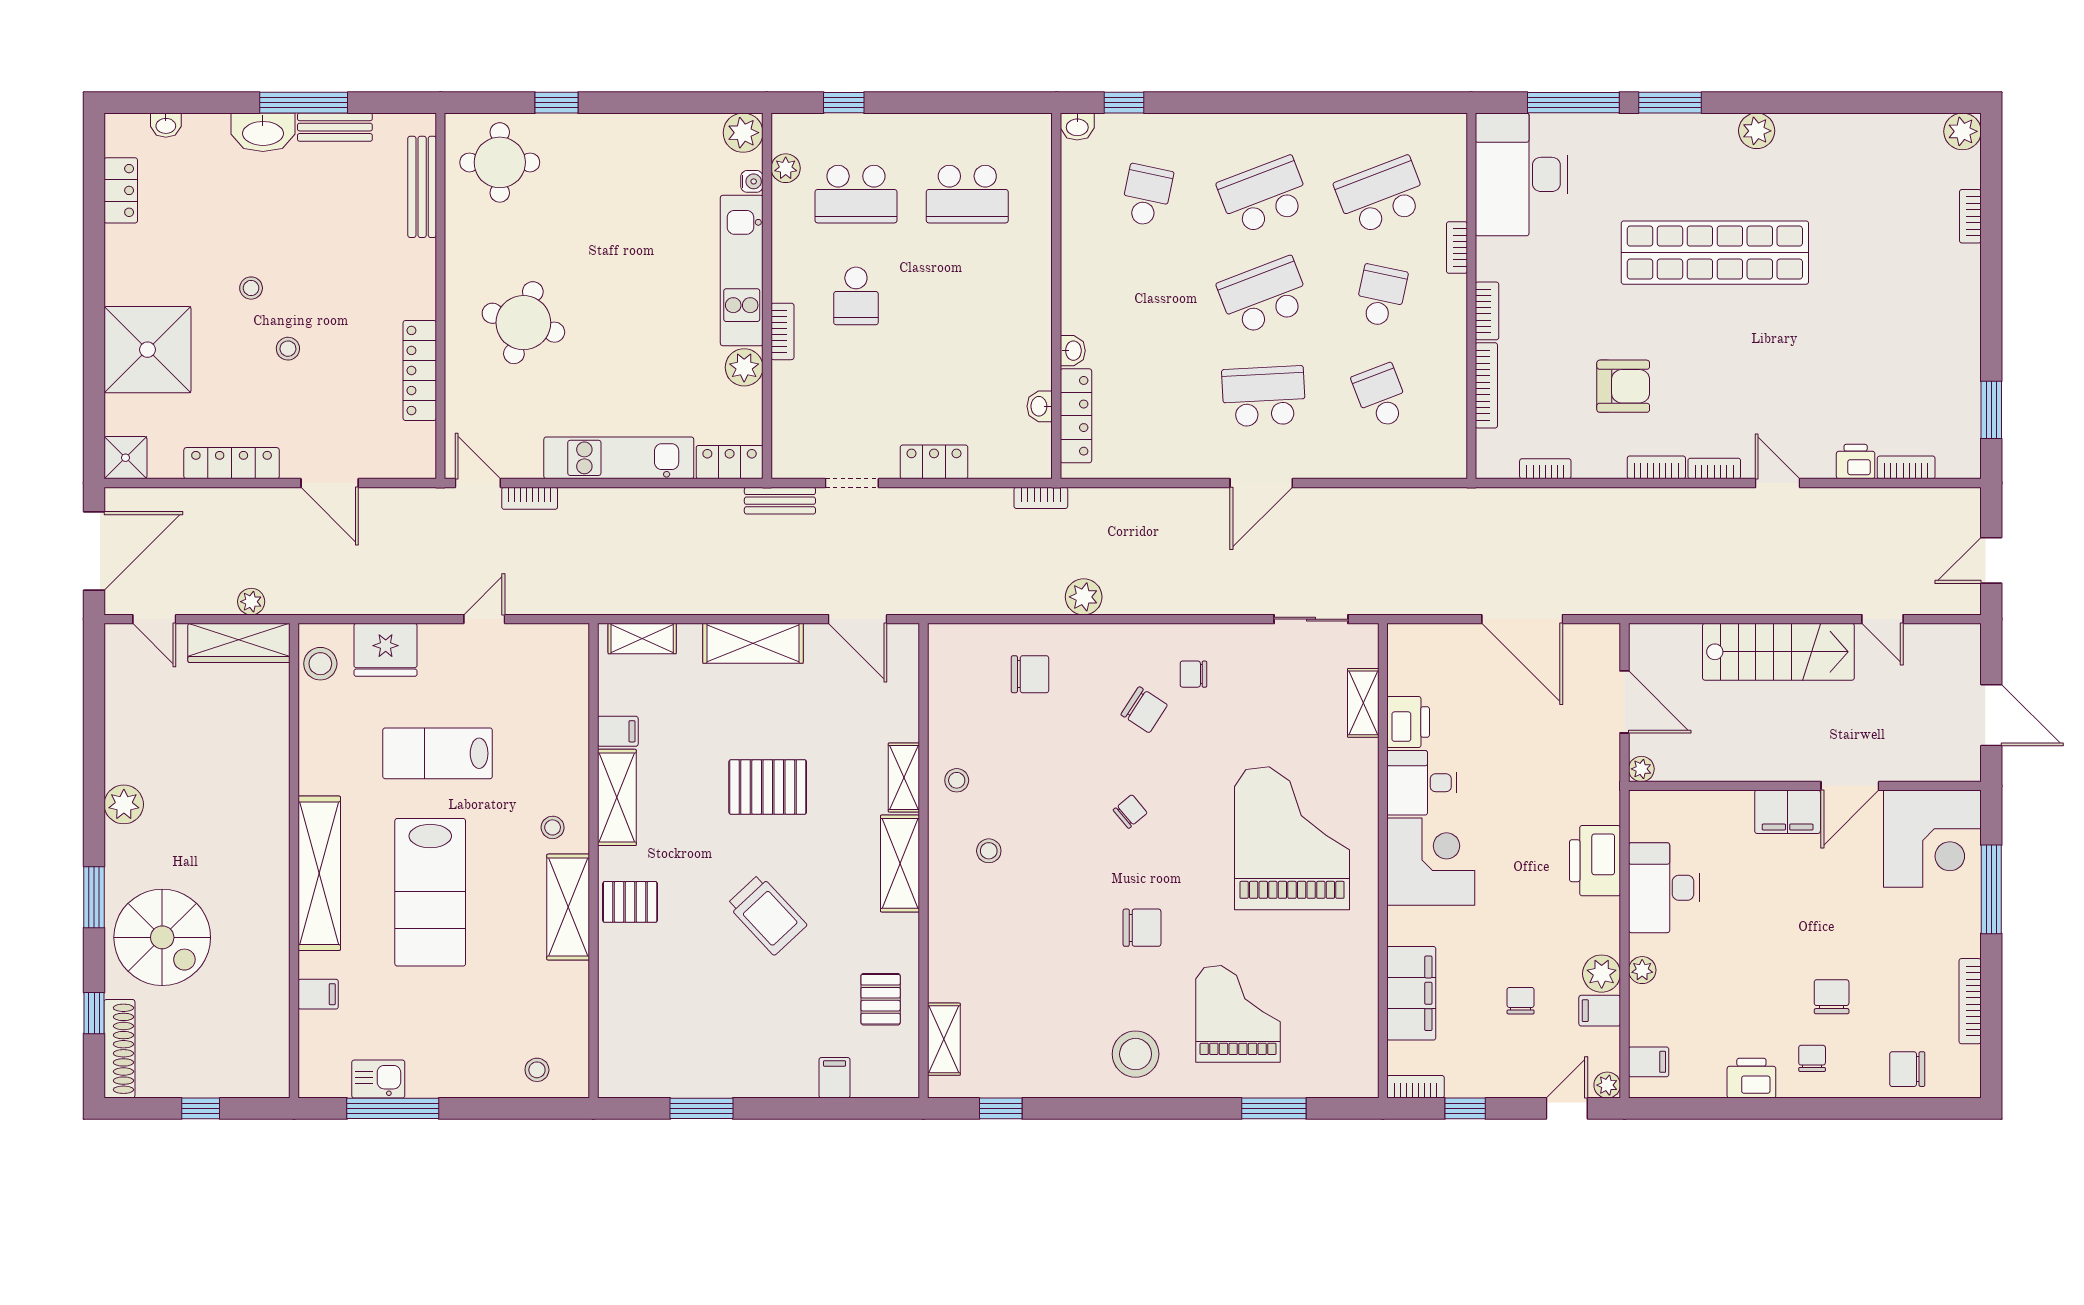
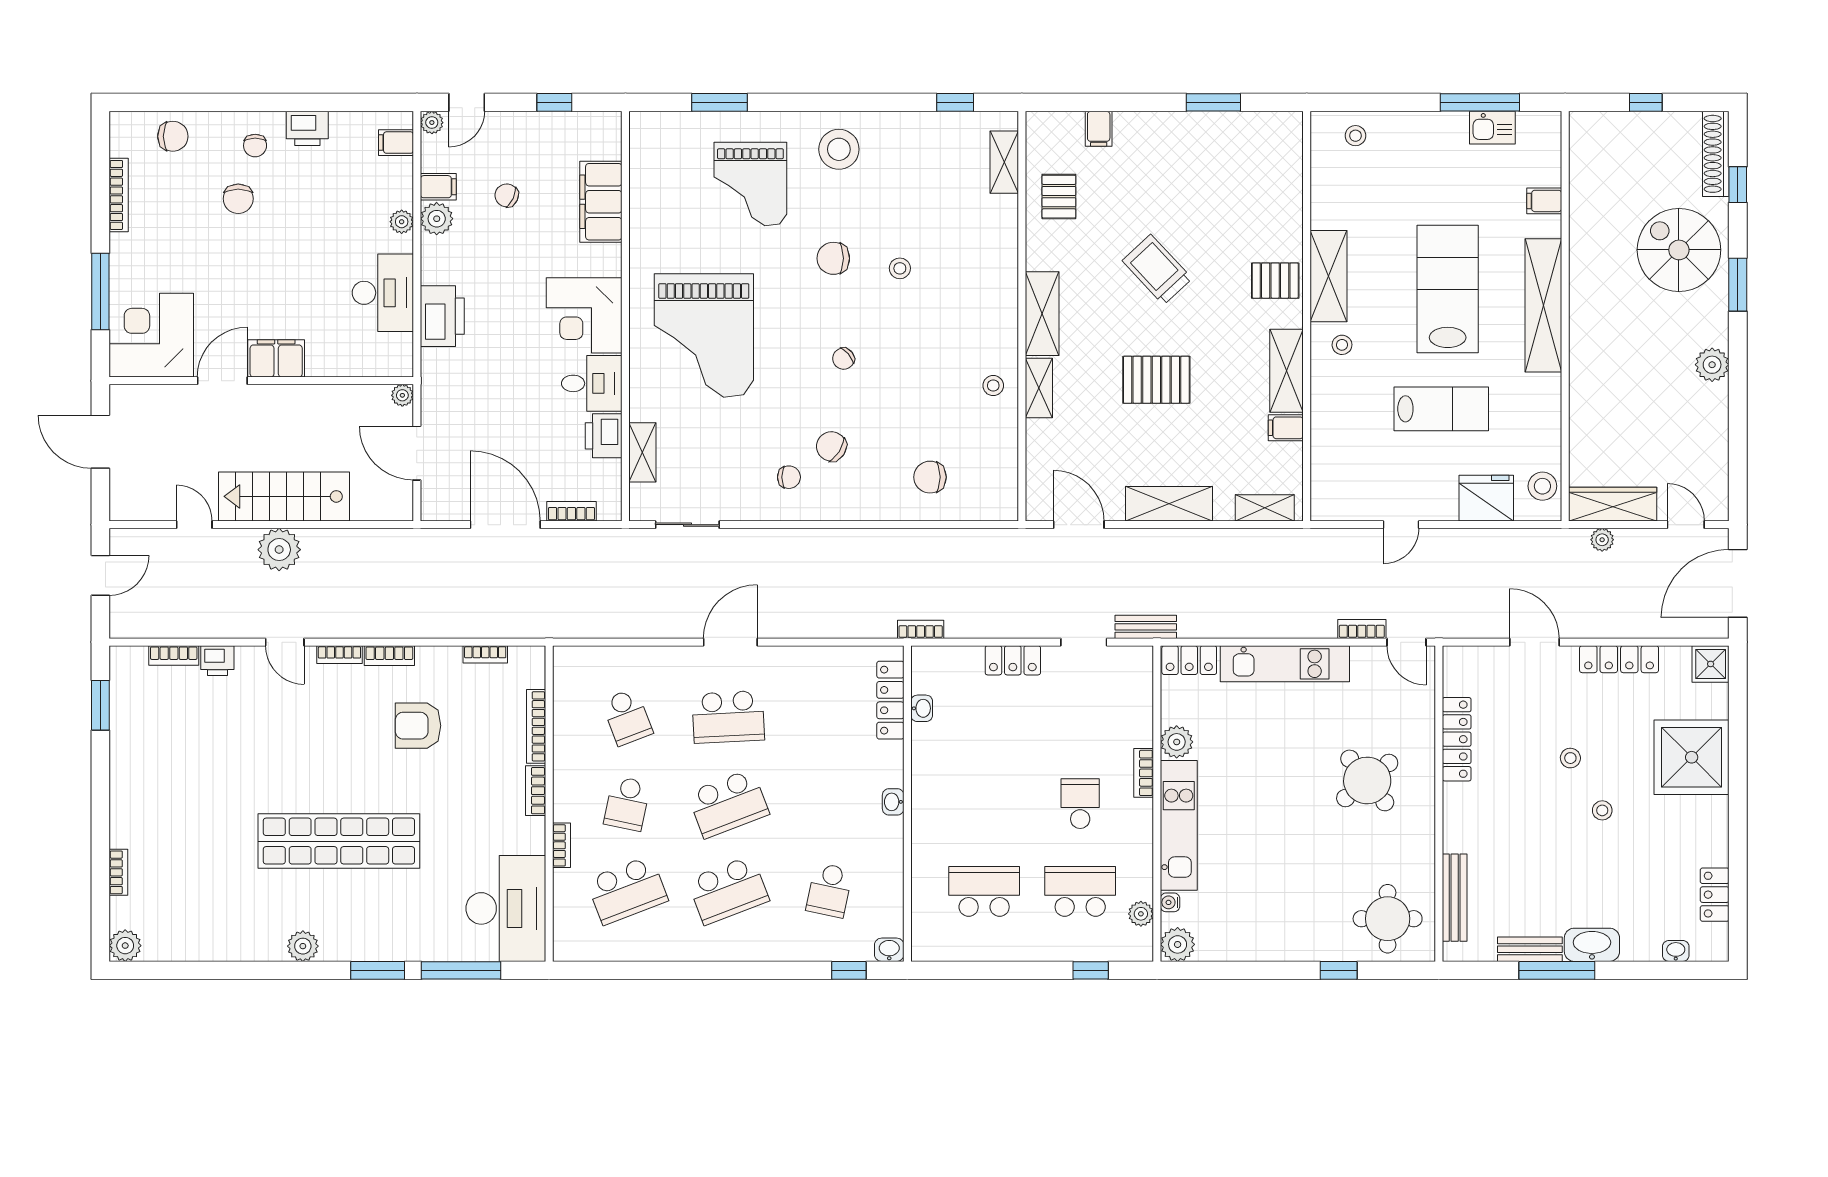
round table: (523, 323) -> (1367, 780), turned 34
washbasin: (1073, 351) -> (893, 802), moved
plant: (1084, 597) -> (279, 550), moved, width x1.36, depth x1.36
stool: (989, 851) -> (900, 268), moved
chair: (1521, 1001) -> (507, 195), turned 115
bookcase: (1416, 1087) -> (571, 511), moved, turned 180

